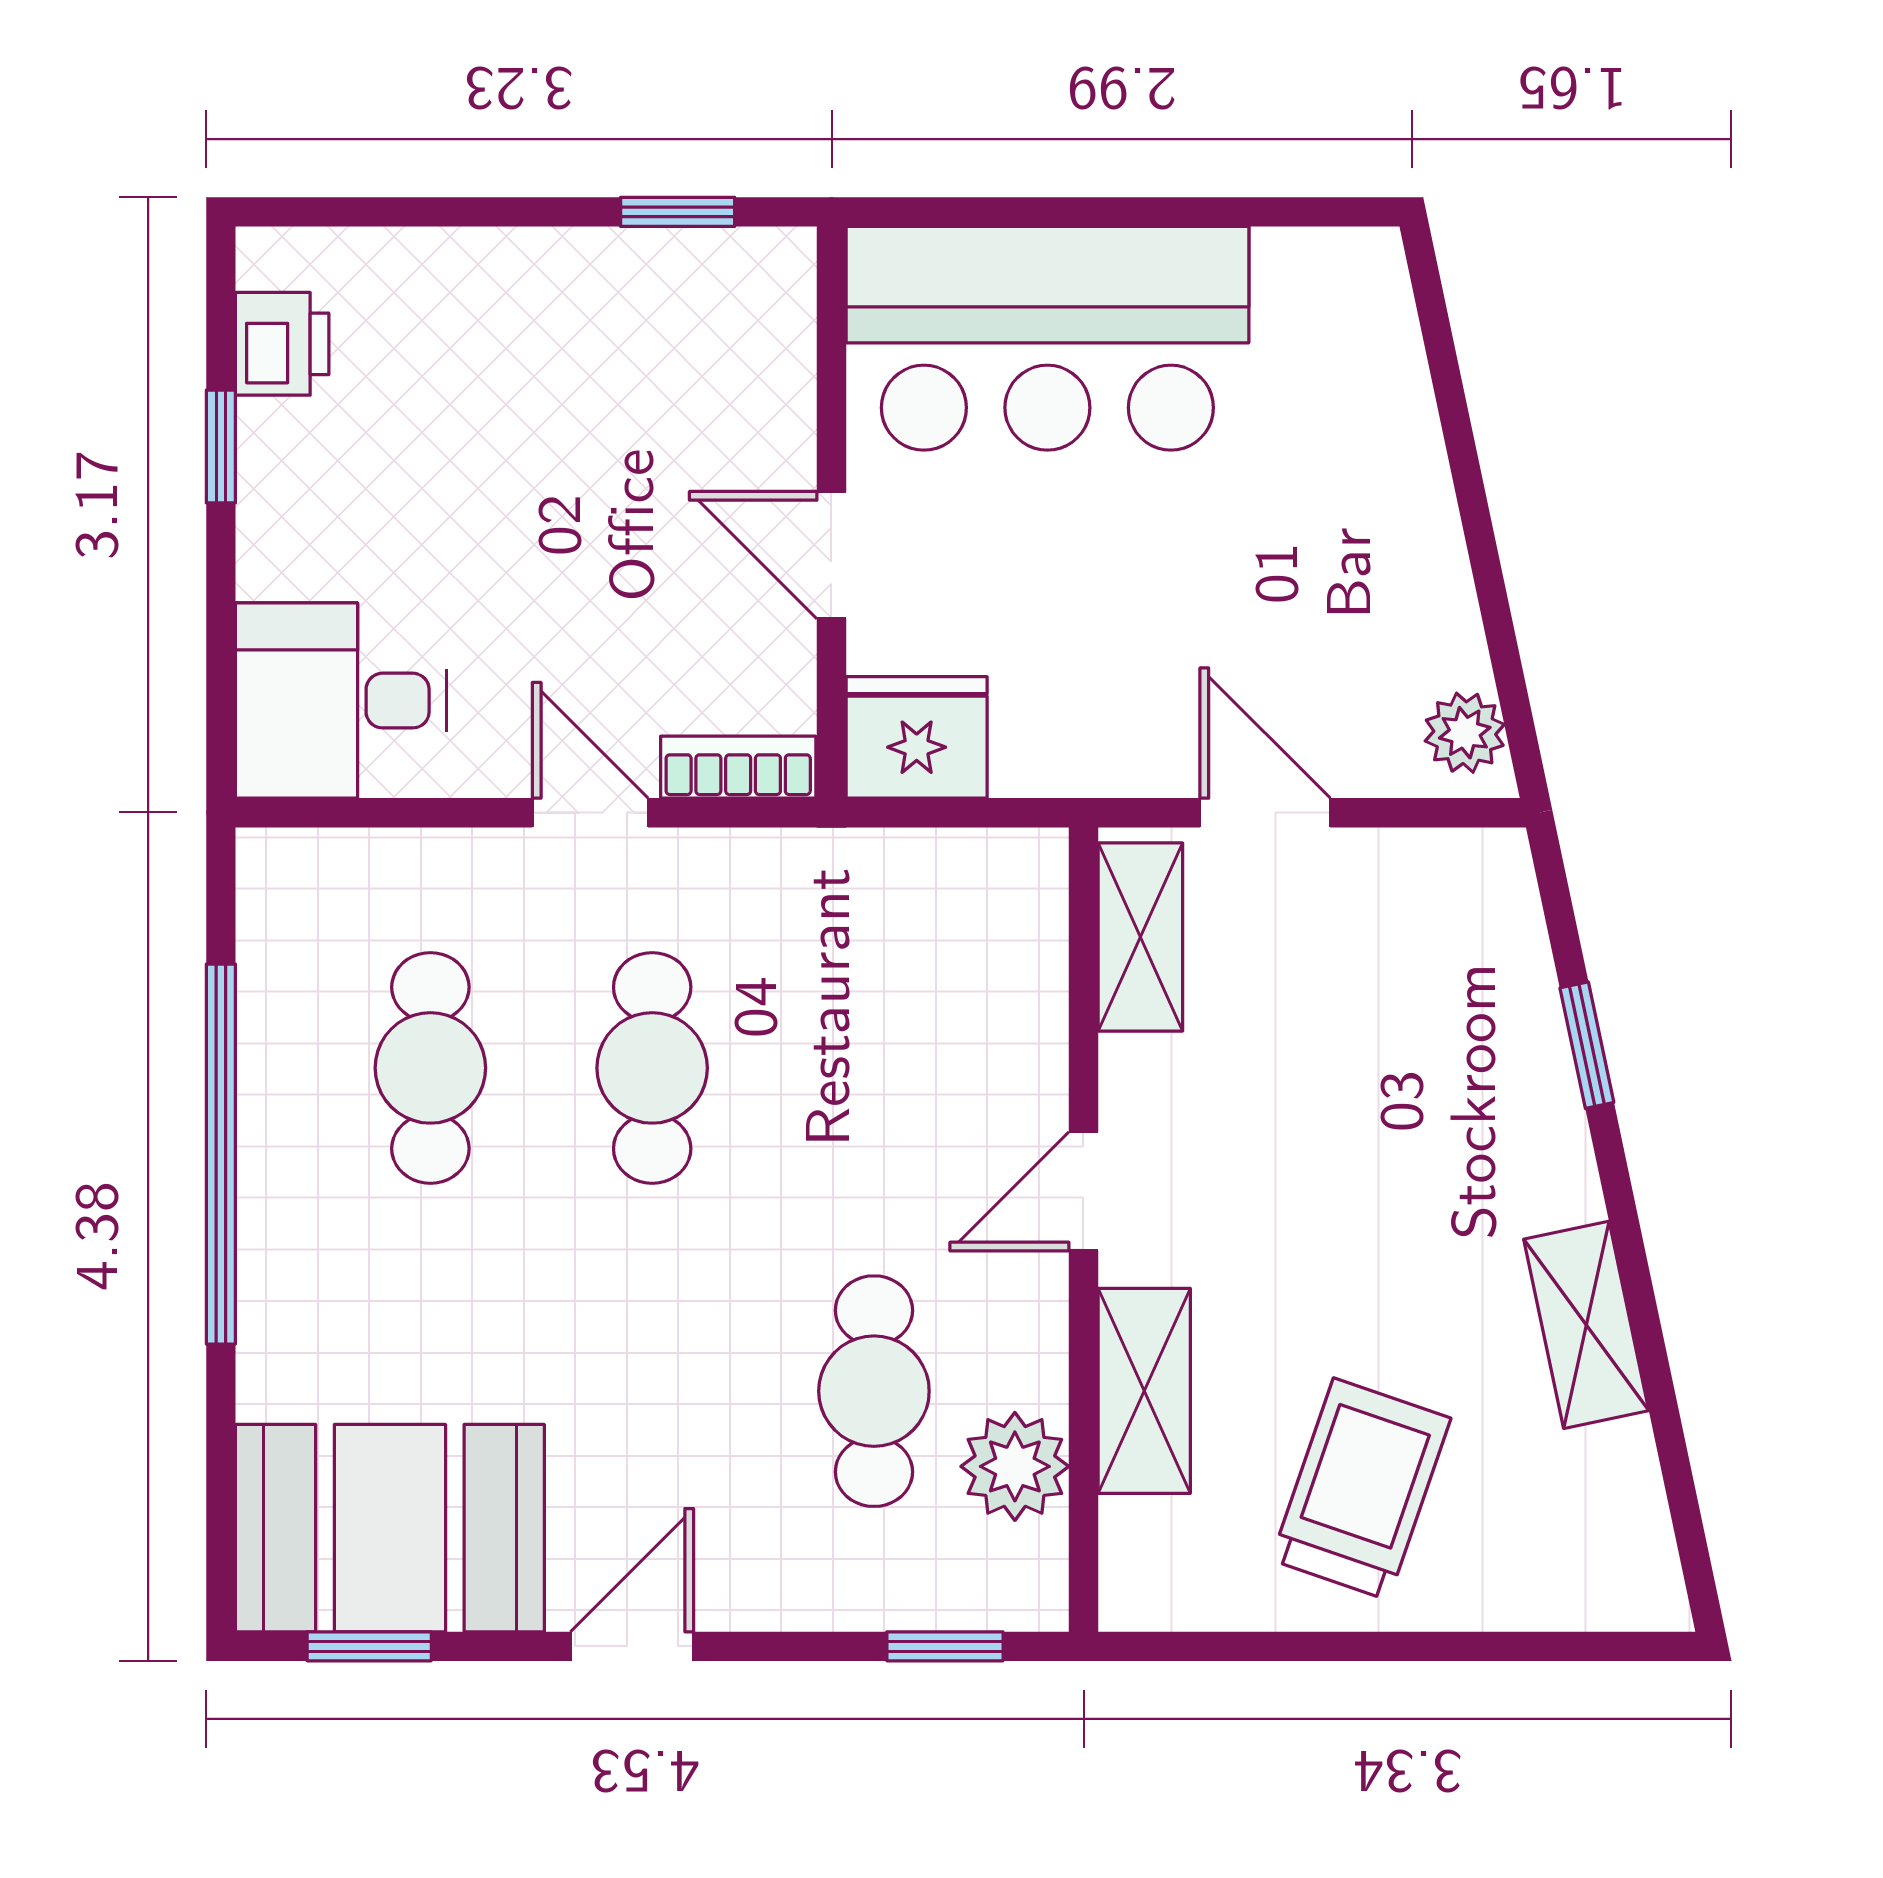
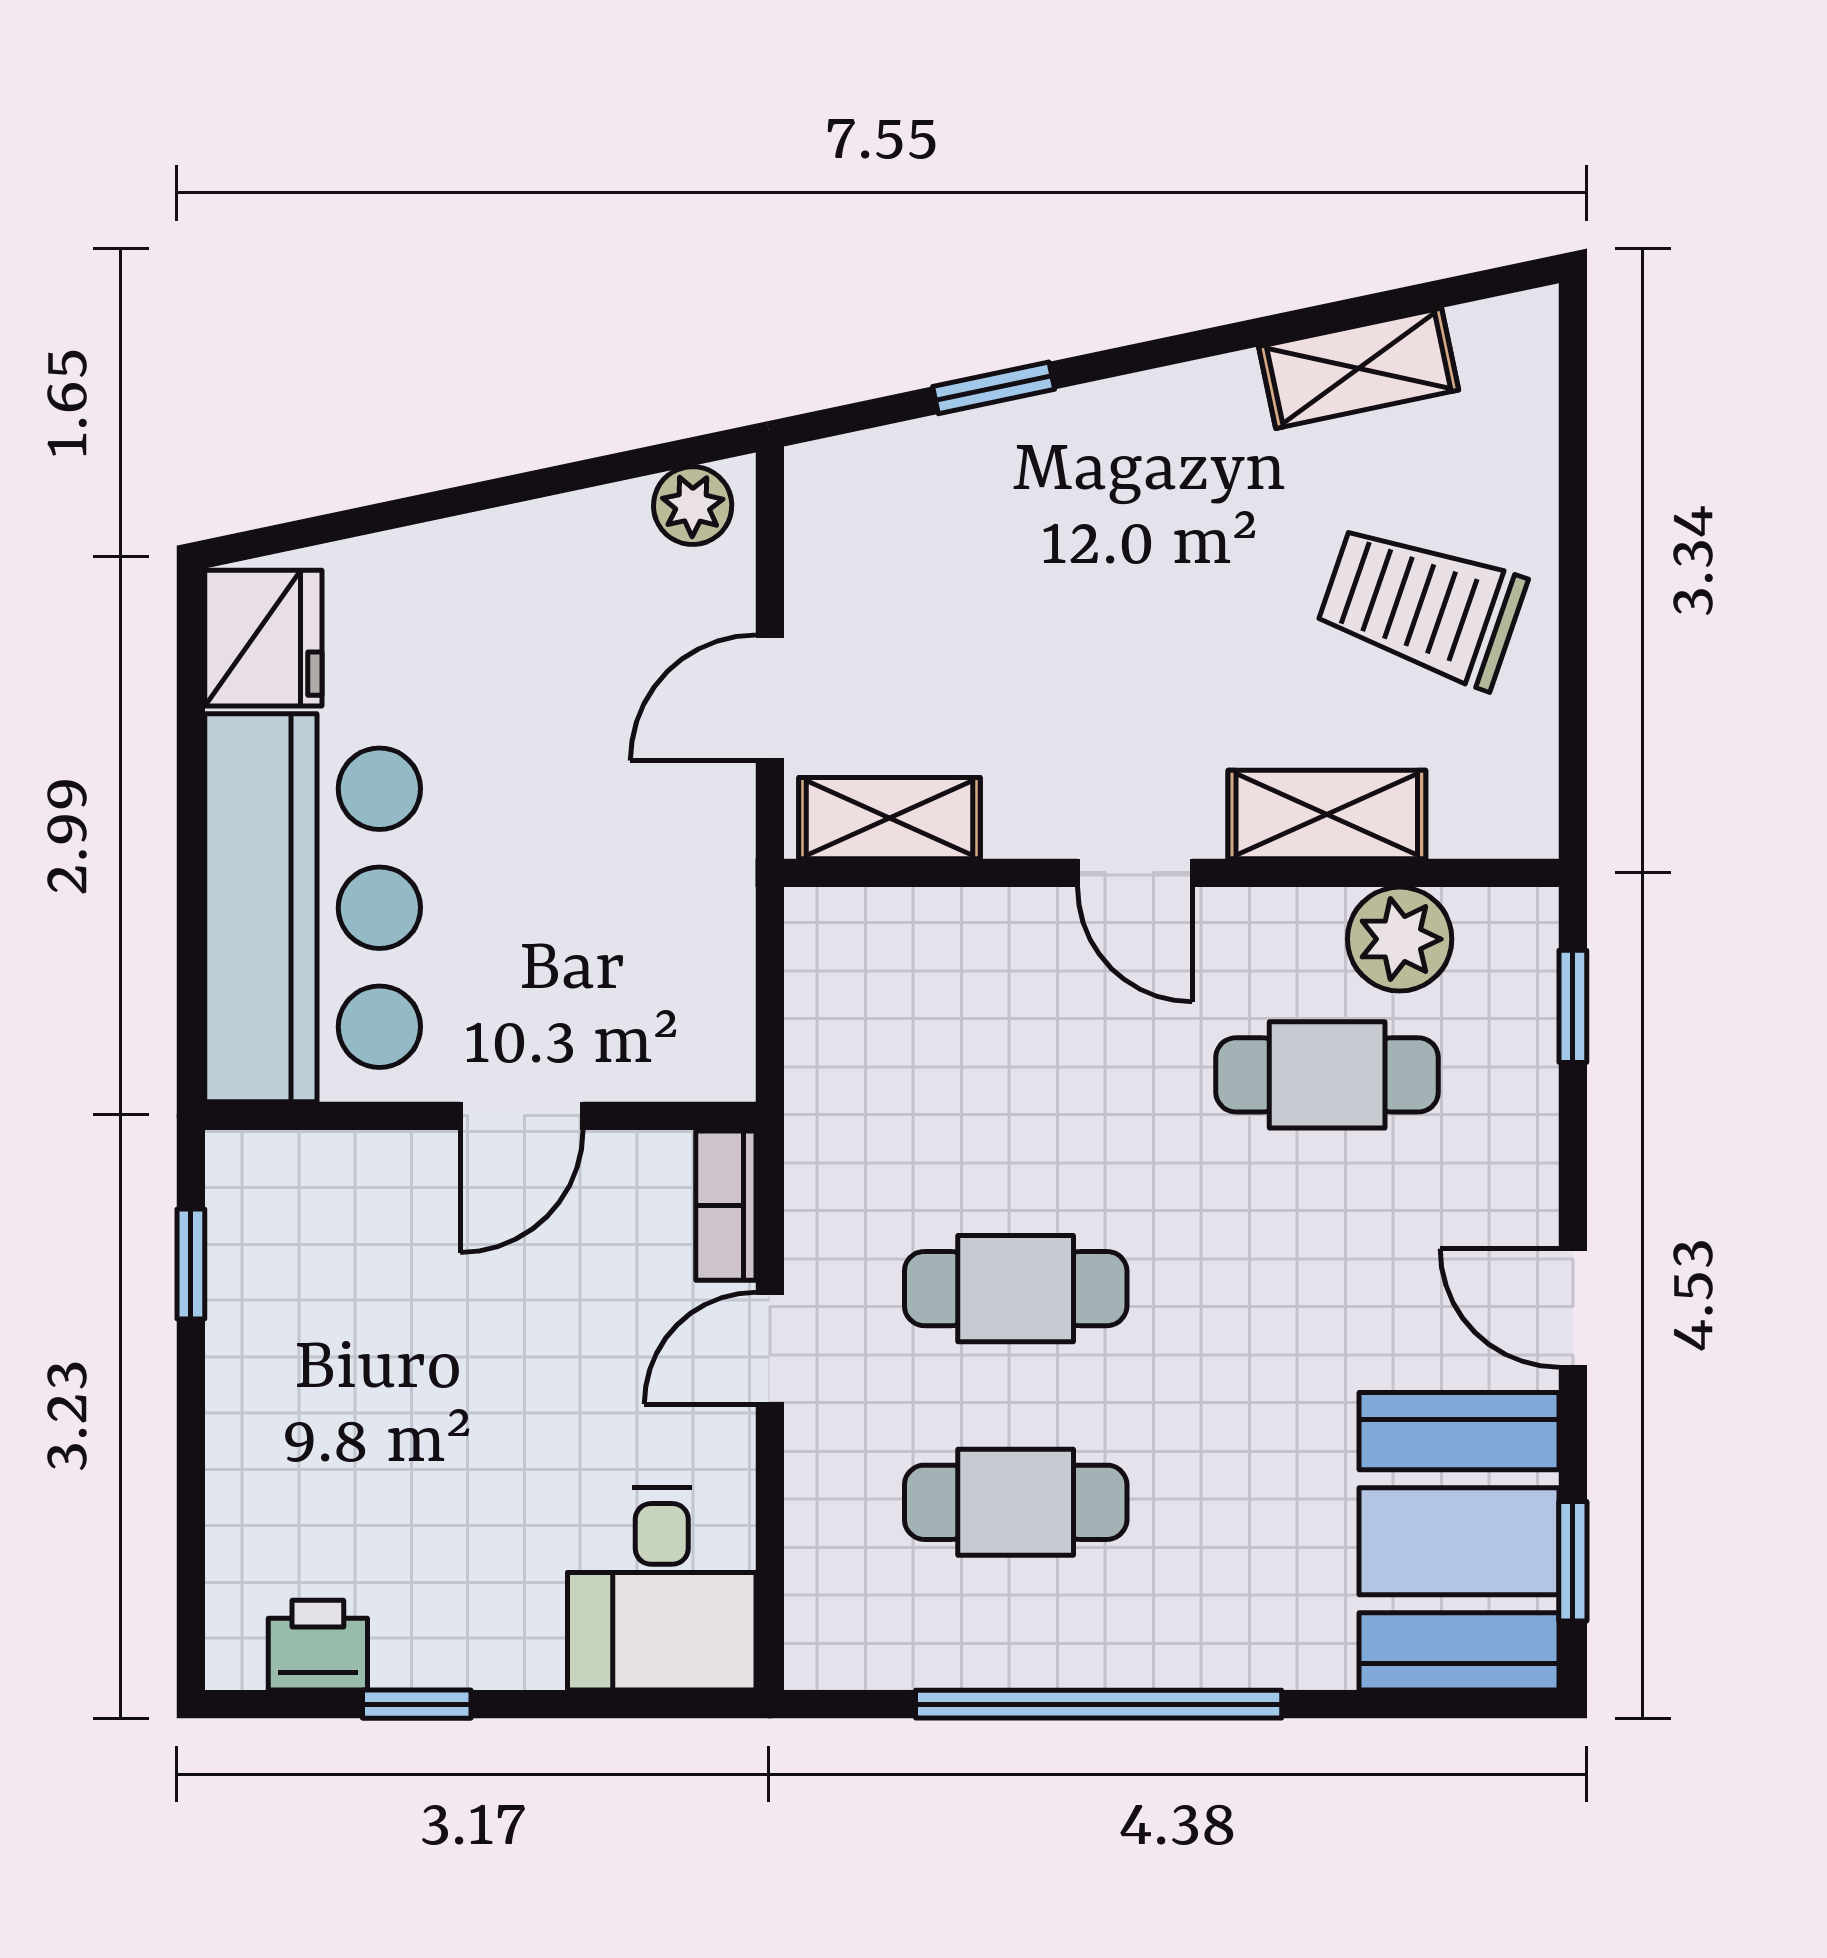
fridge: (917, 737) -> (263, 638), moved, turned 180
shelving: (1586, 1325) -> (1359, 368), moved

